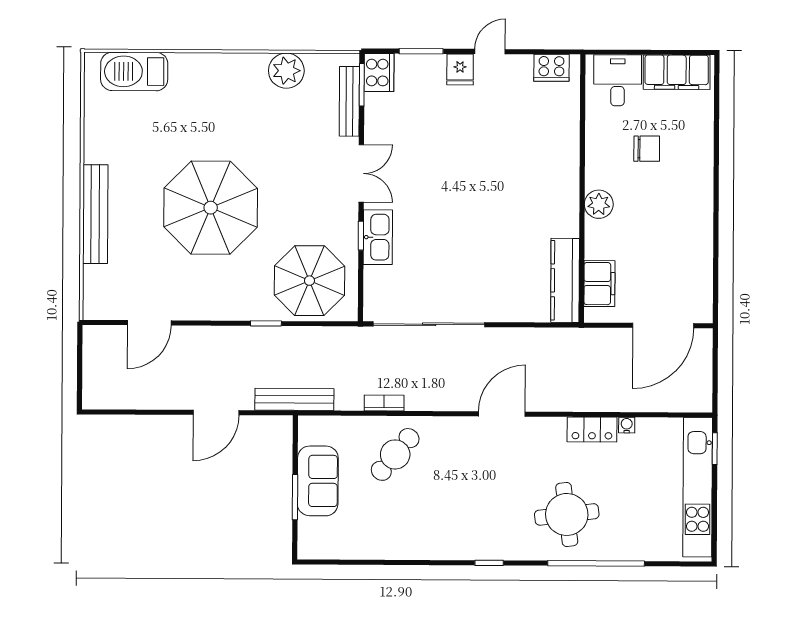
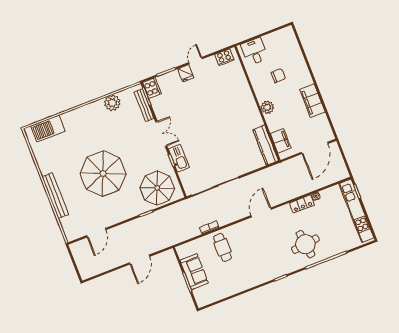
filing cabinet: (677, 72) -> (312, 101), moved, turned 90
bench: (294, 399) -> (171, 241), removed
cafe table: (395, 454) -> (223, 247), turned -40

